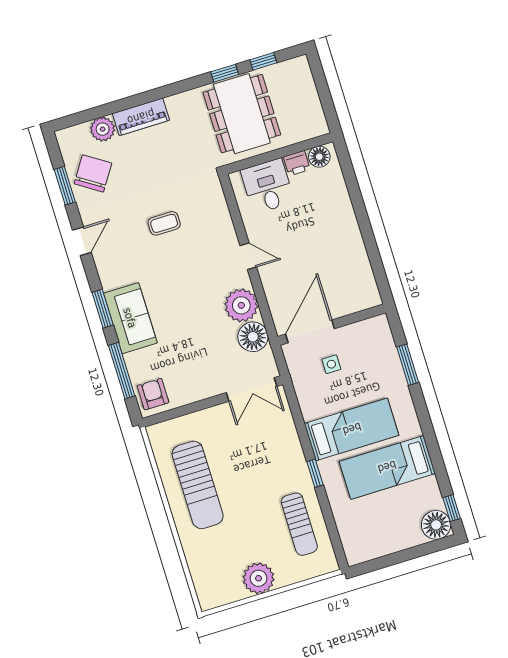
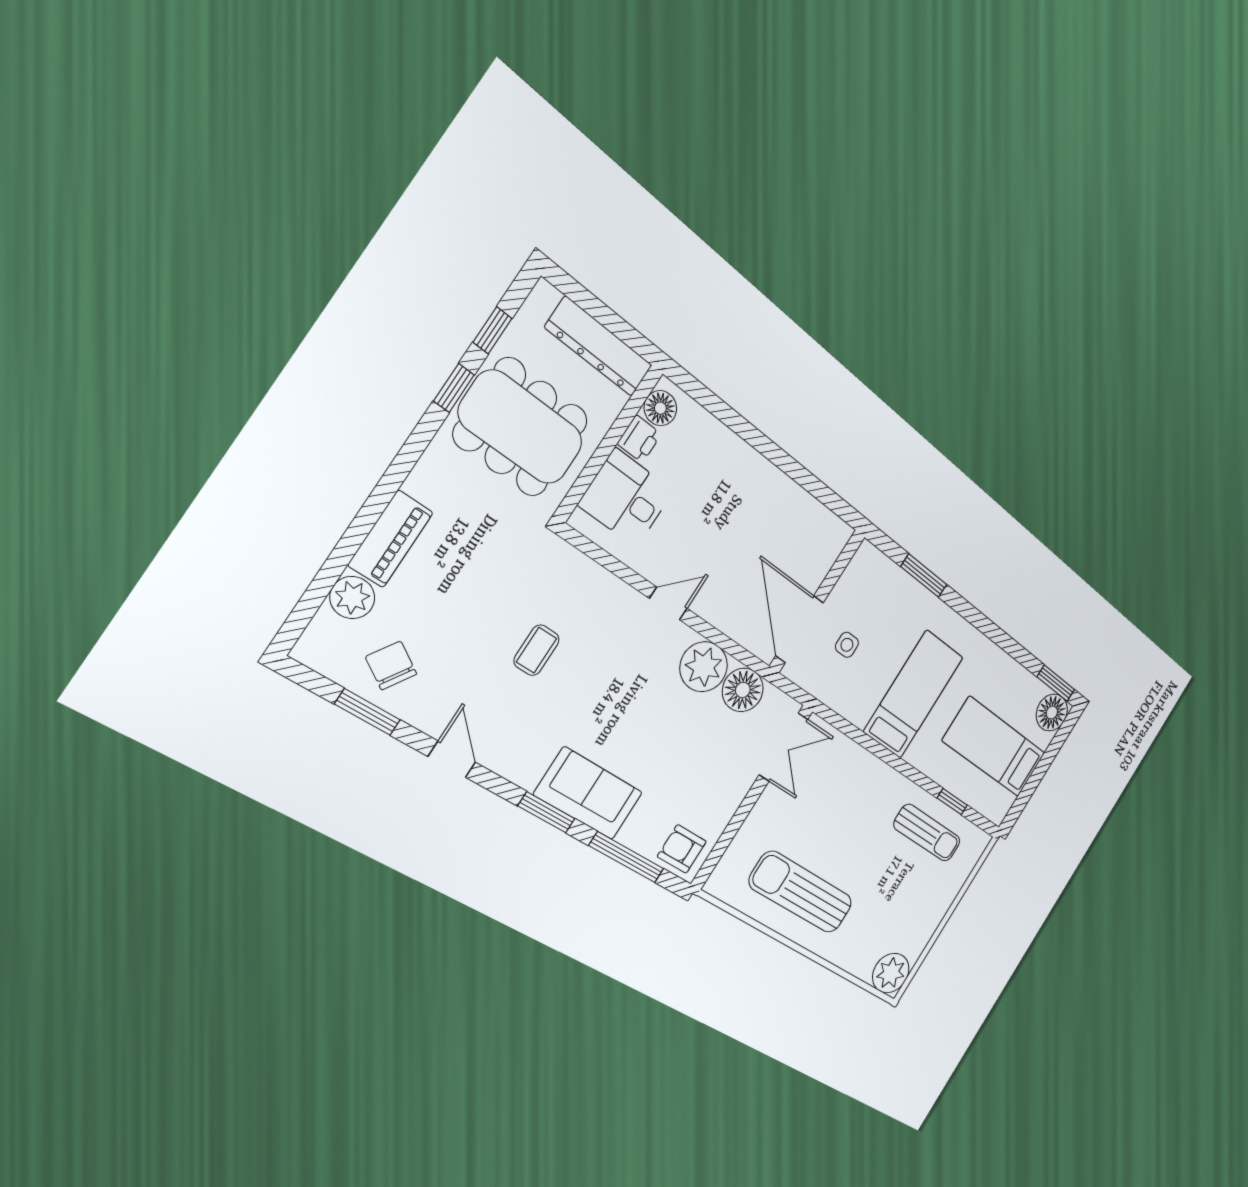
dresser: (310, 105) -> (599, 347), added
chair: (93, 173) -> (391, 665), width x0.73, depth x0.73
bed: (387, 467) -> (994, 747), moved, turned 90
window: (315, 473) -> (952, 802), moved
sun lounger: (198, 485) -> (801, 892), turned 180
window: (452, 508) -> (1056, 683), width x1.50
plant: (259, 578) -> (891, 973), moved

